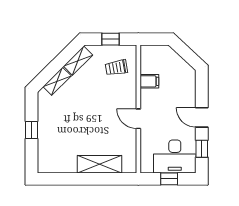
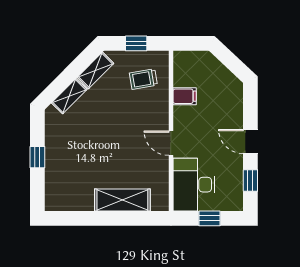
desk: (175, 157) -> (194, 185), moved, turned 90

